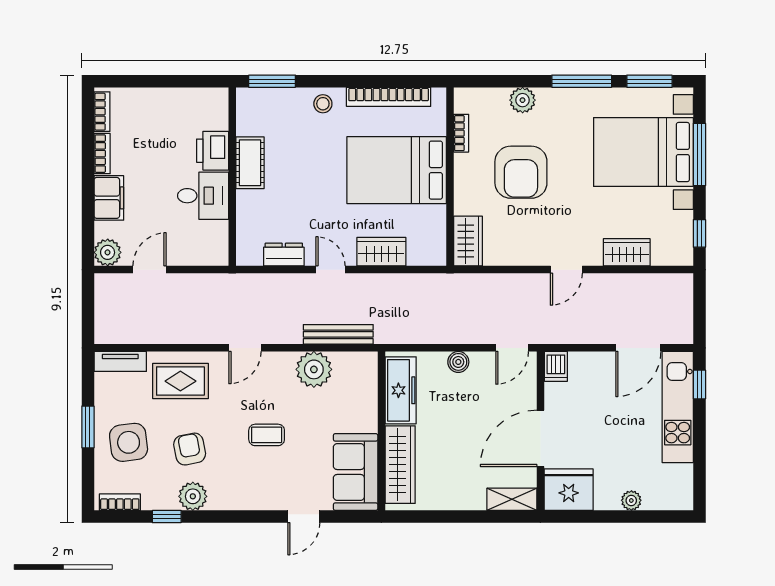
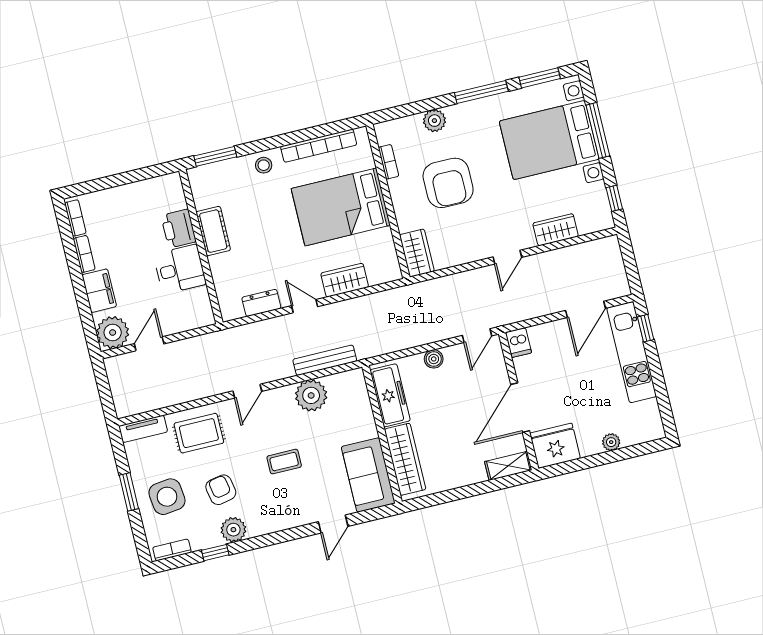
plant: (108, 252) -> (113, 333), width x1.36, depth x1.36

